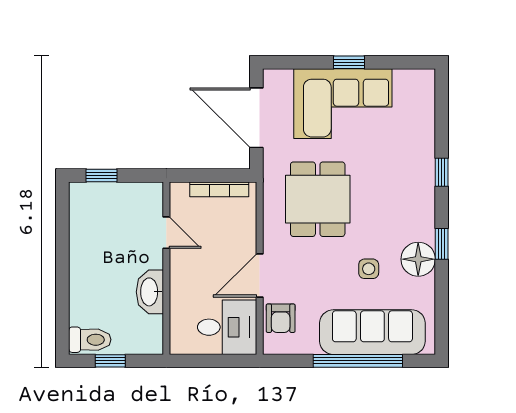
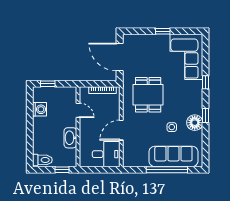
corner sofa: (343, 104) -> (186, 57), moved, turned 90
washing machine: (84, 230) -> (40, 109), added
armchair: (281, 318) -> (131, 150), removed
window: (110, 361) -> (62, 170), moved

